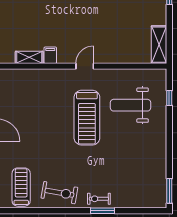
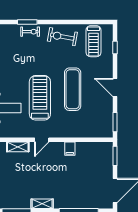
shelving: (29, 57) -> (18, 147), moved
exercise mat: (47, 128) -> (73, 89), added

